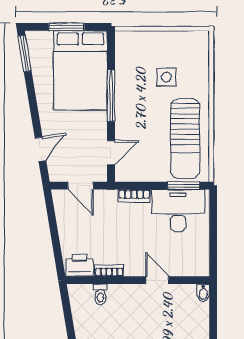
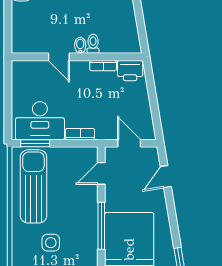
bidet: (203, 293) -> (80, 45), moved
toilet: (100, 294) -> (93, 44), moved

